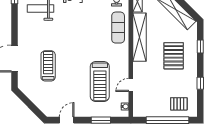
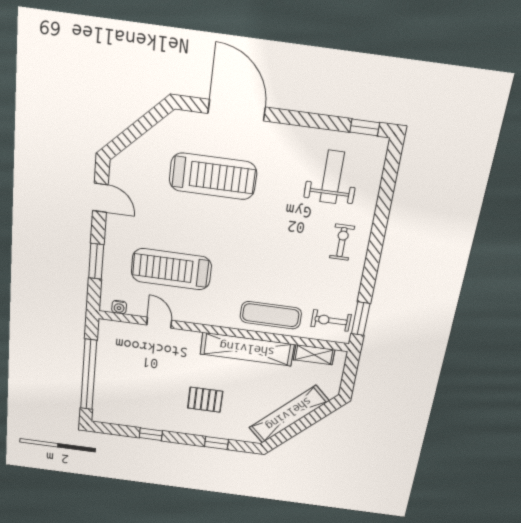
pallet: (174, 56) -> (205, 400), width x0.67, depth x0.71
treadmill: (48, 66) -> (213, 176), width x1.37, depth x1.38
pallet: (179, 104) -> (117, 396), removed

